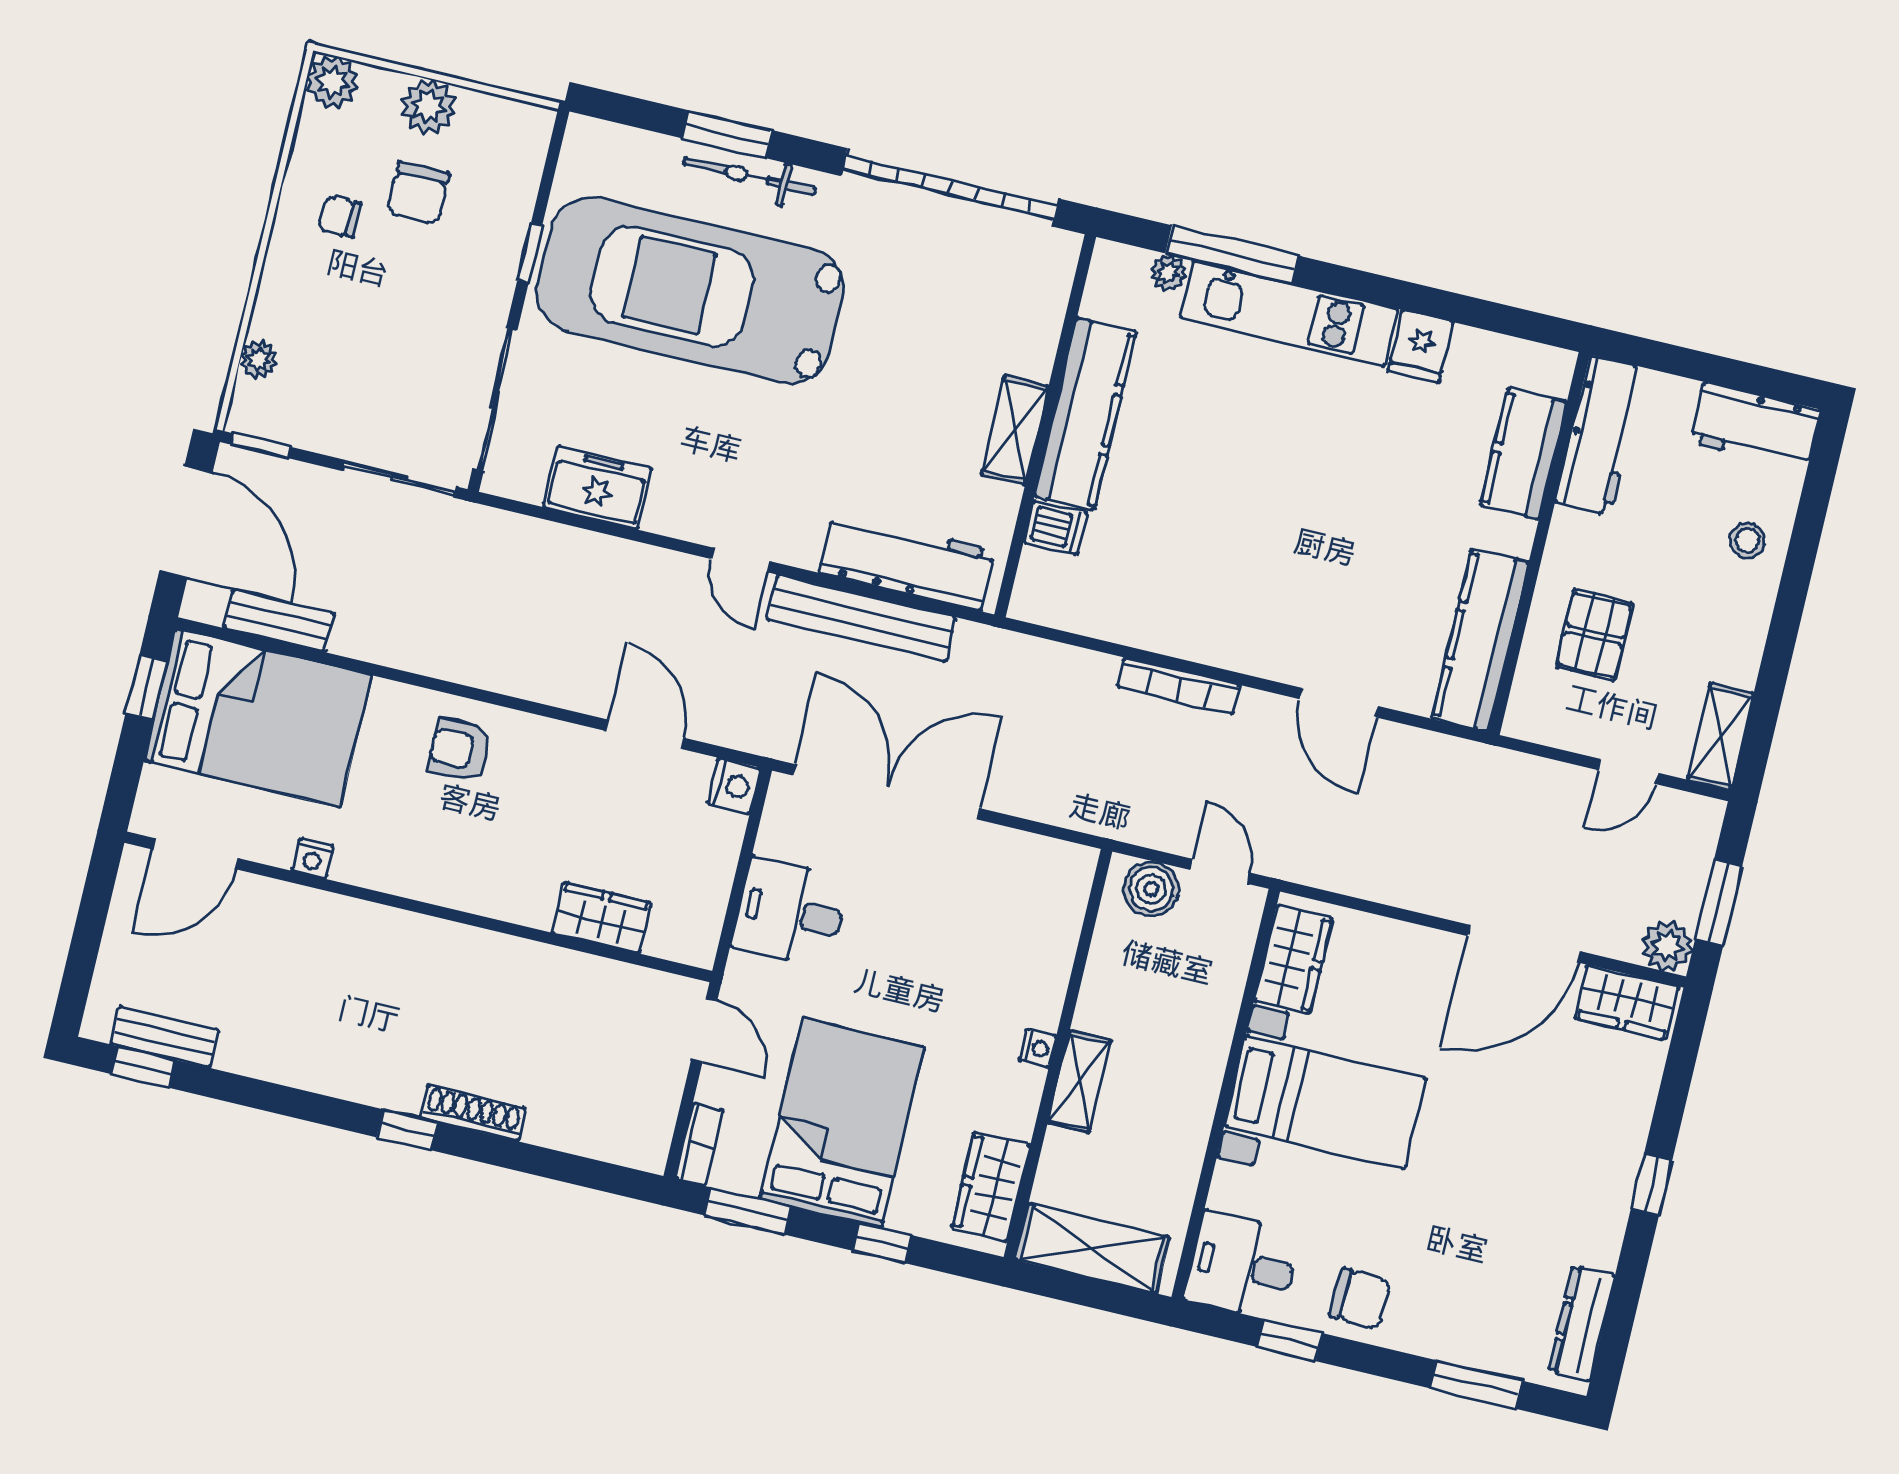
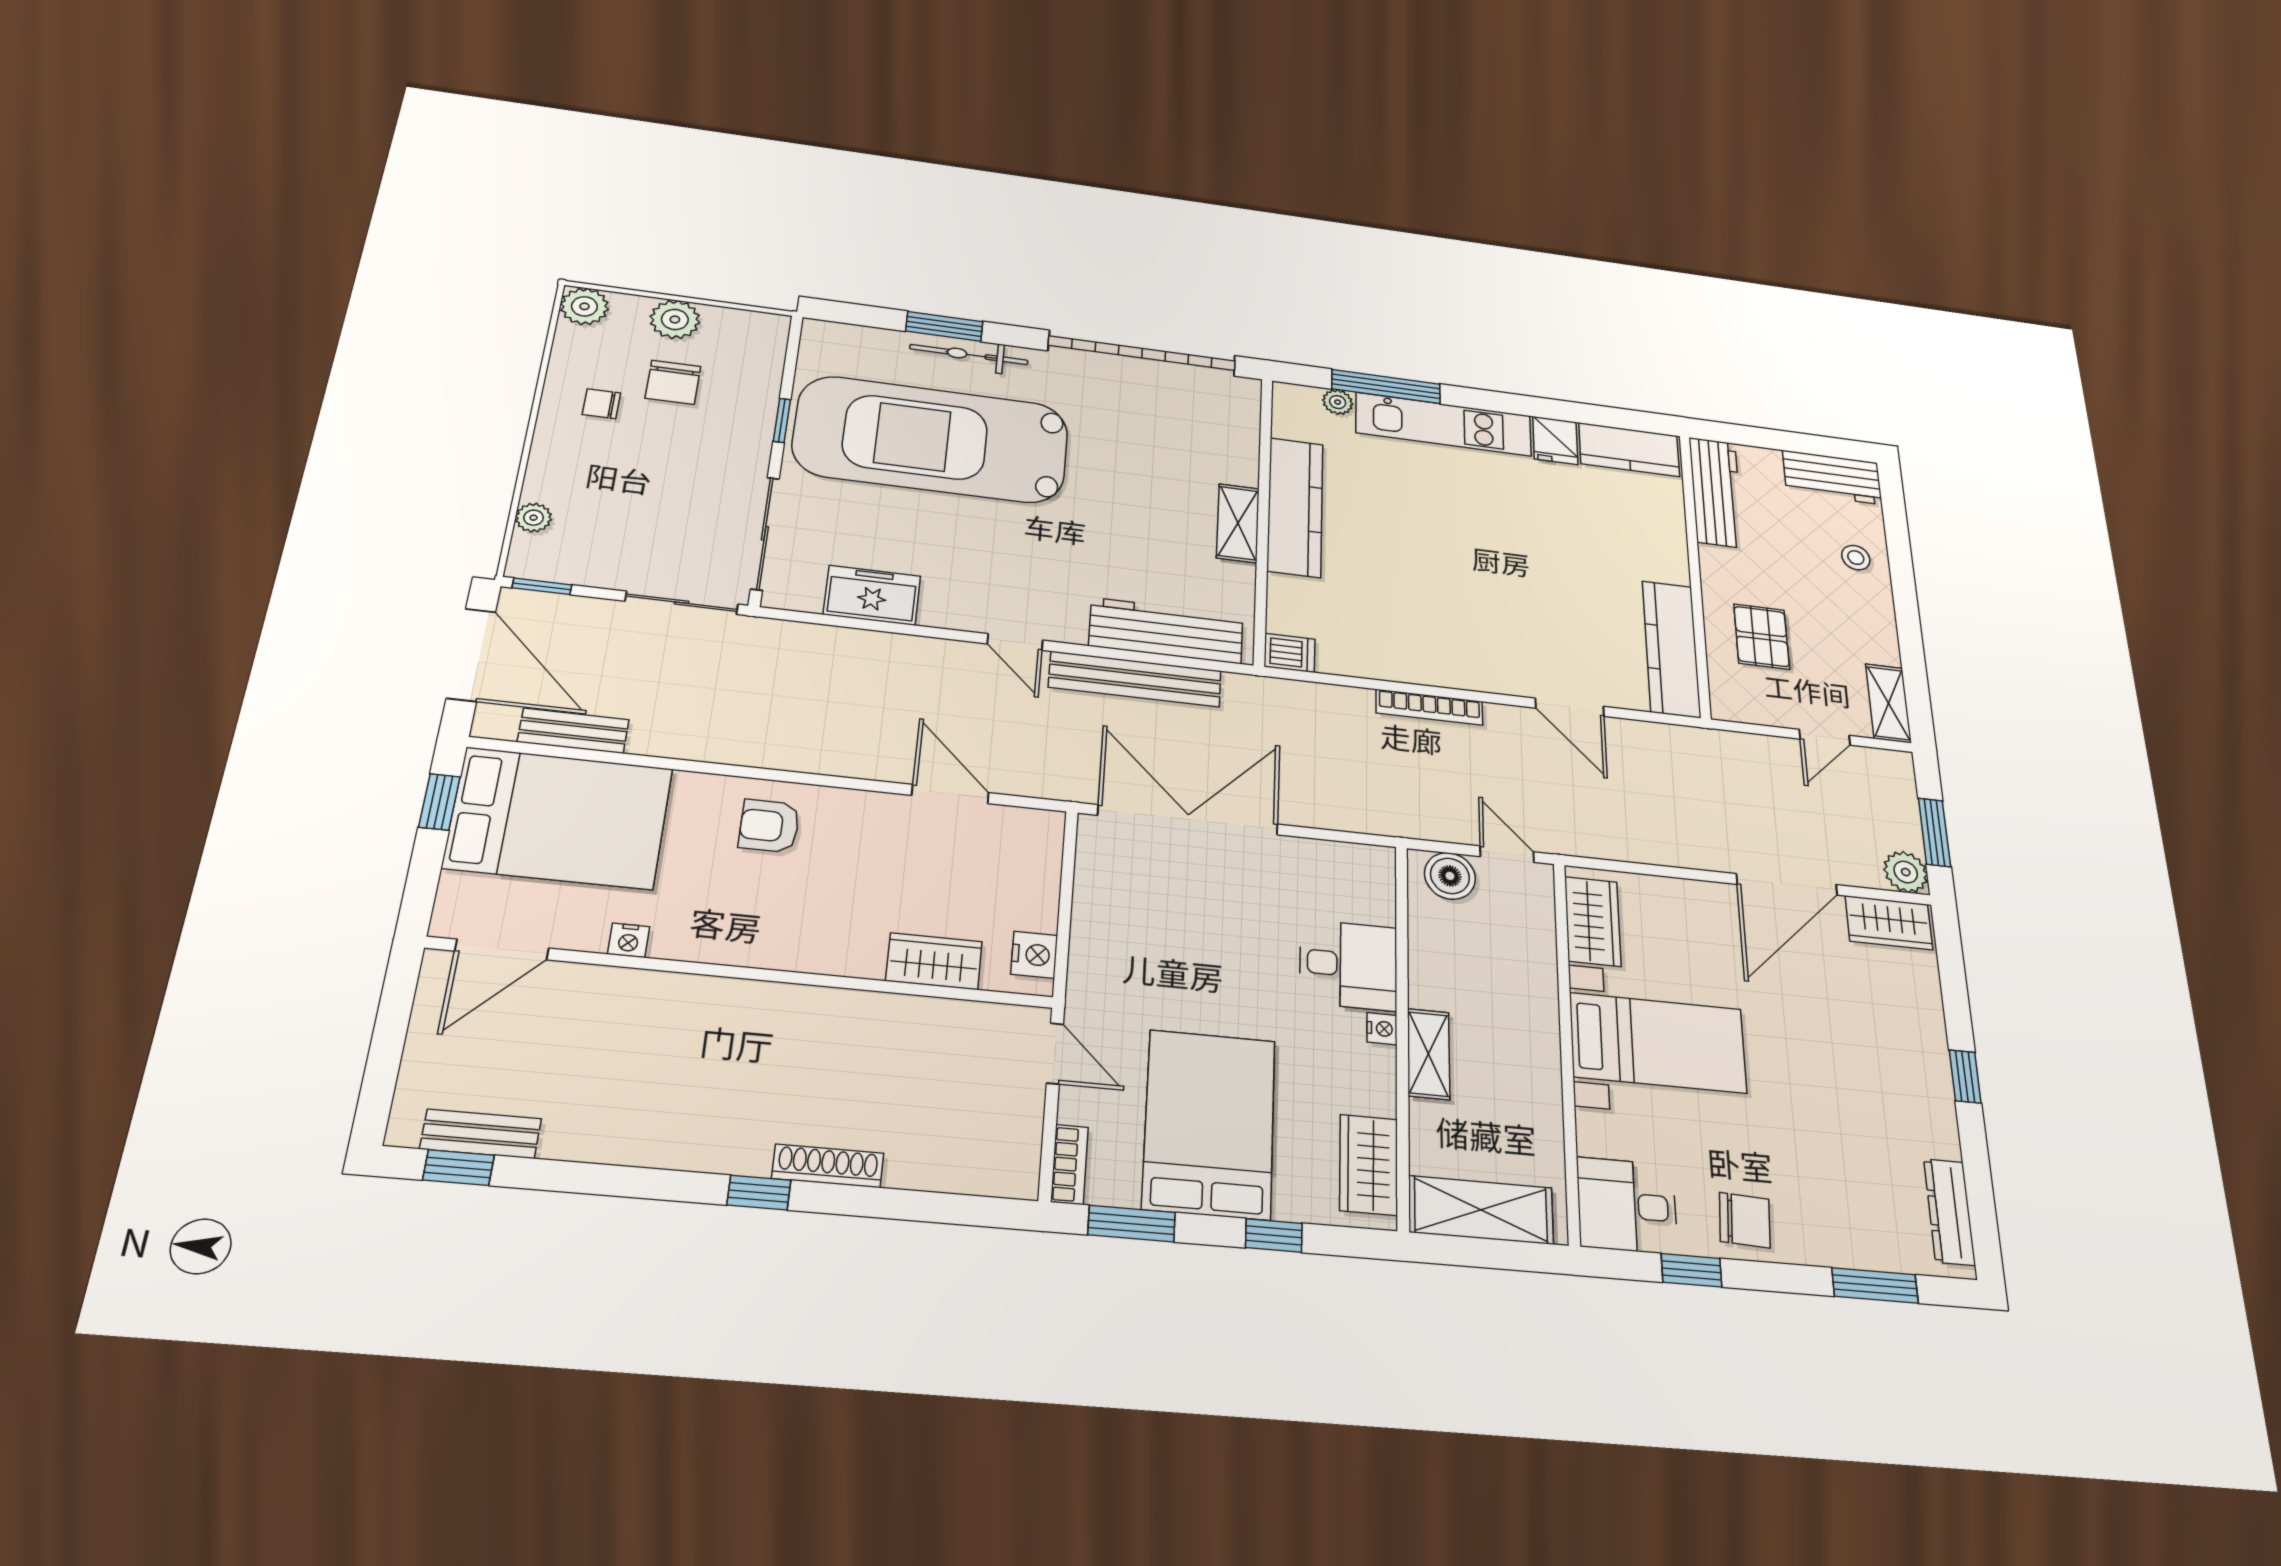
kitchen counter: (1524, 454) -> (1629, 450), moved, turned -90
dishwasher: (1055, 528) -> (1290, 653), moved
nightstand: (734, 786) -> (1034, 955), moved
desk: (790, 912) -> (1348, 965), moved, turned 180

